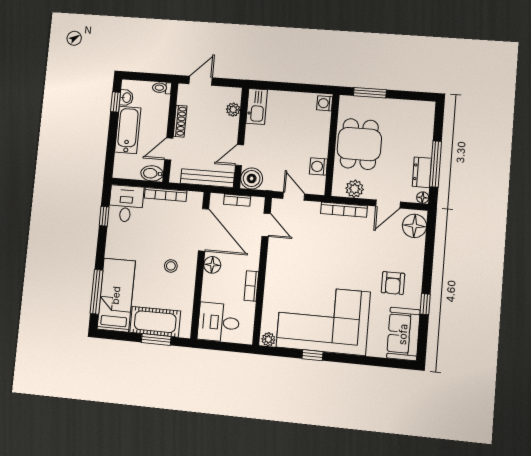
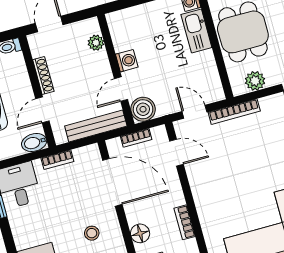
kitchen sink: (257, 107) -> (196, 31), moved, turned 180
washing machine: (318, 166) -> (127, 61), moved, turned 180
bookcase: (166, 194) -> (57, 160), width x0.64
bookcase: (344, 210) -> (234, 112), moved
floor lamp: (212, 265) -> (140, 233), moved

